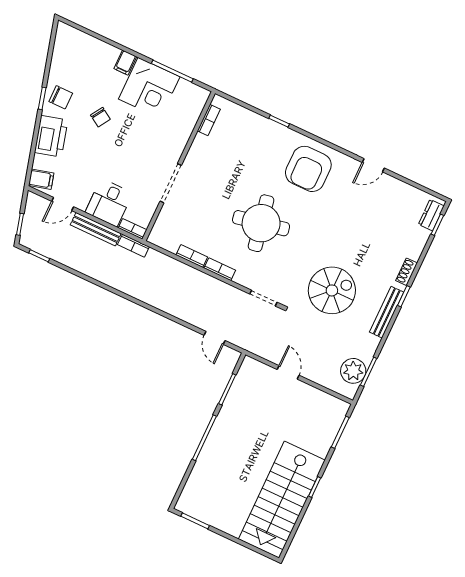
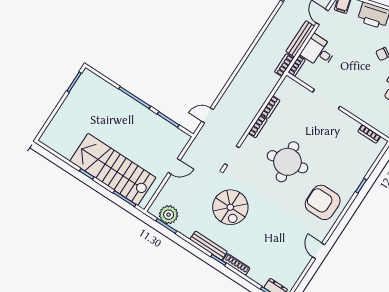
shoe rack: (407, 272) -> (236, 264), width x1.43
stairs: (282, 500) -> (113, 169), moved

